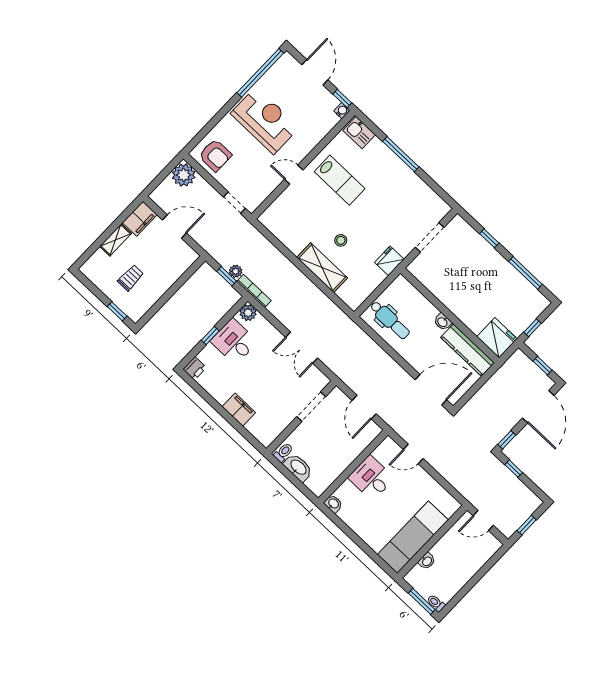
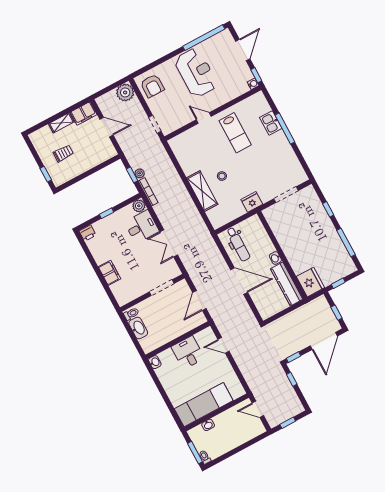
kitchen sink: (359, 132) -> (271, 123), moved
desk: (234, 341) -> (142, 227), moved, turned 90
door: (431, 390) -> (239, 281), moved

